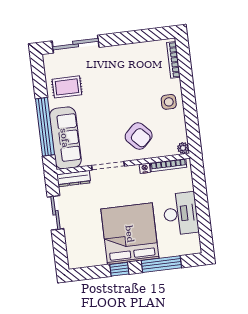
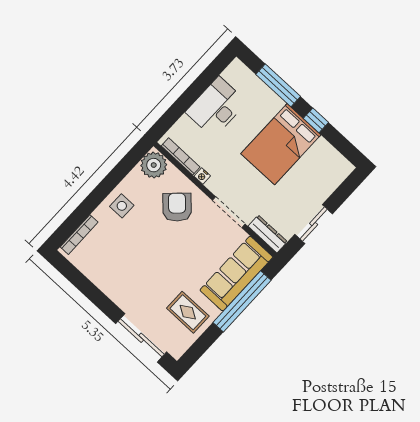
plant: (183, 148) -> (154, 165), width x1.87, depth x1.87
bed: (130, 234) -> (281, 144), width x0.73

